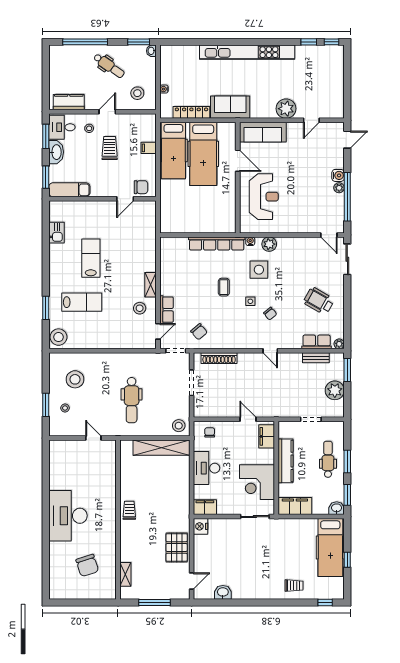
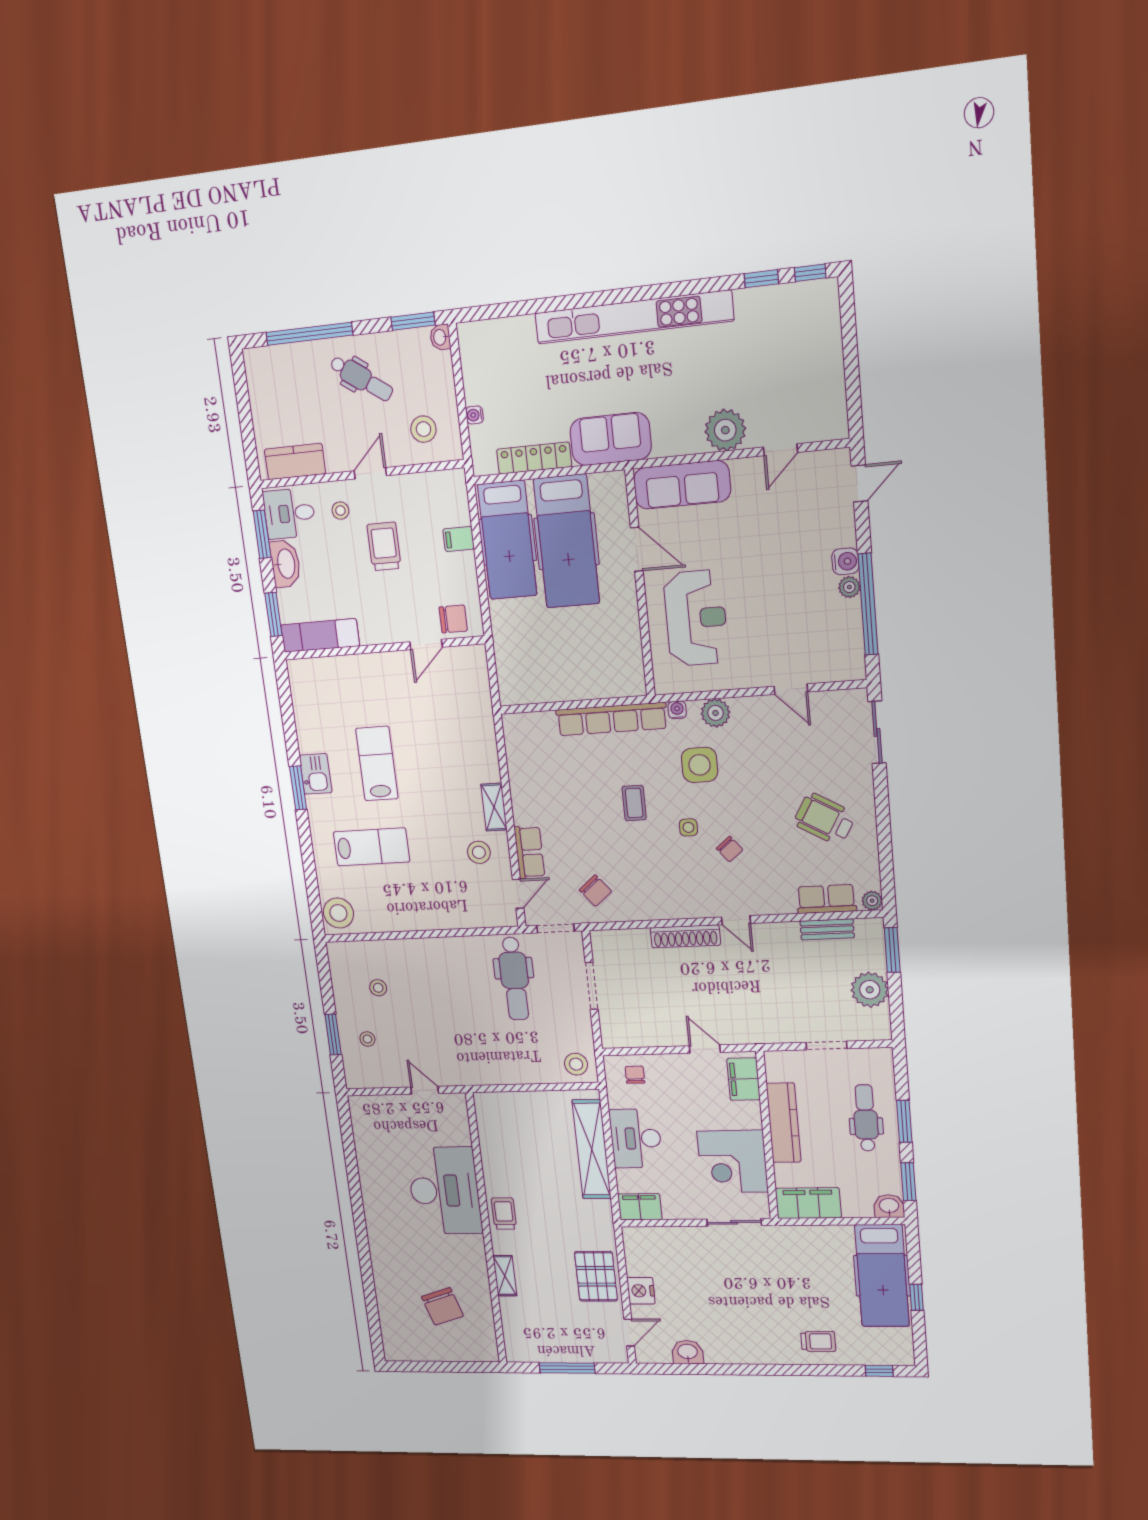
kitchen sink: (57, 233) -> (316, 774), moved
door: (329, 235) -> (791, 689), moved
window: (46, 308) -> (298, 788), moved
shoe rack: (219, 358) -> (685, 936), moved
stool: (75, 379) -> (378, 988), width x0.53, depth x0.53
dental chair: (132, 400) -> (515, 979), moved
shelving: (161, 448) -> (592, 1149), moved, turned 90
desk: (68, 516) -> (444, 1191), moved, turned 180
nightstand: (201, 526) -> (641, 1291), moved
shelving: (125, 574) -> (505, 1276), moved

